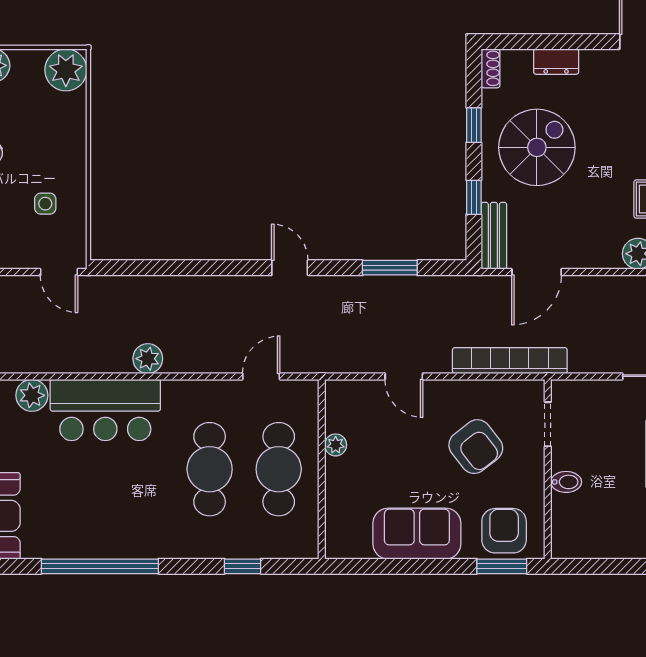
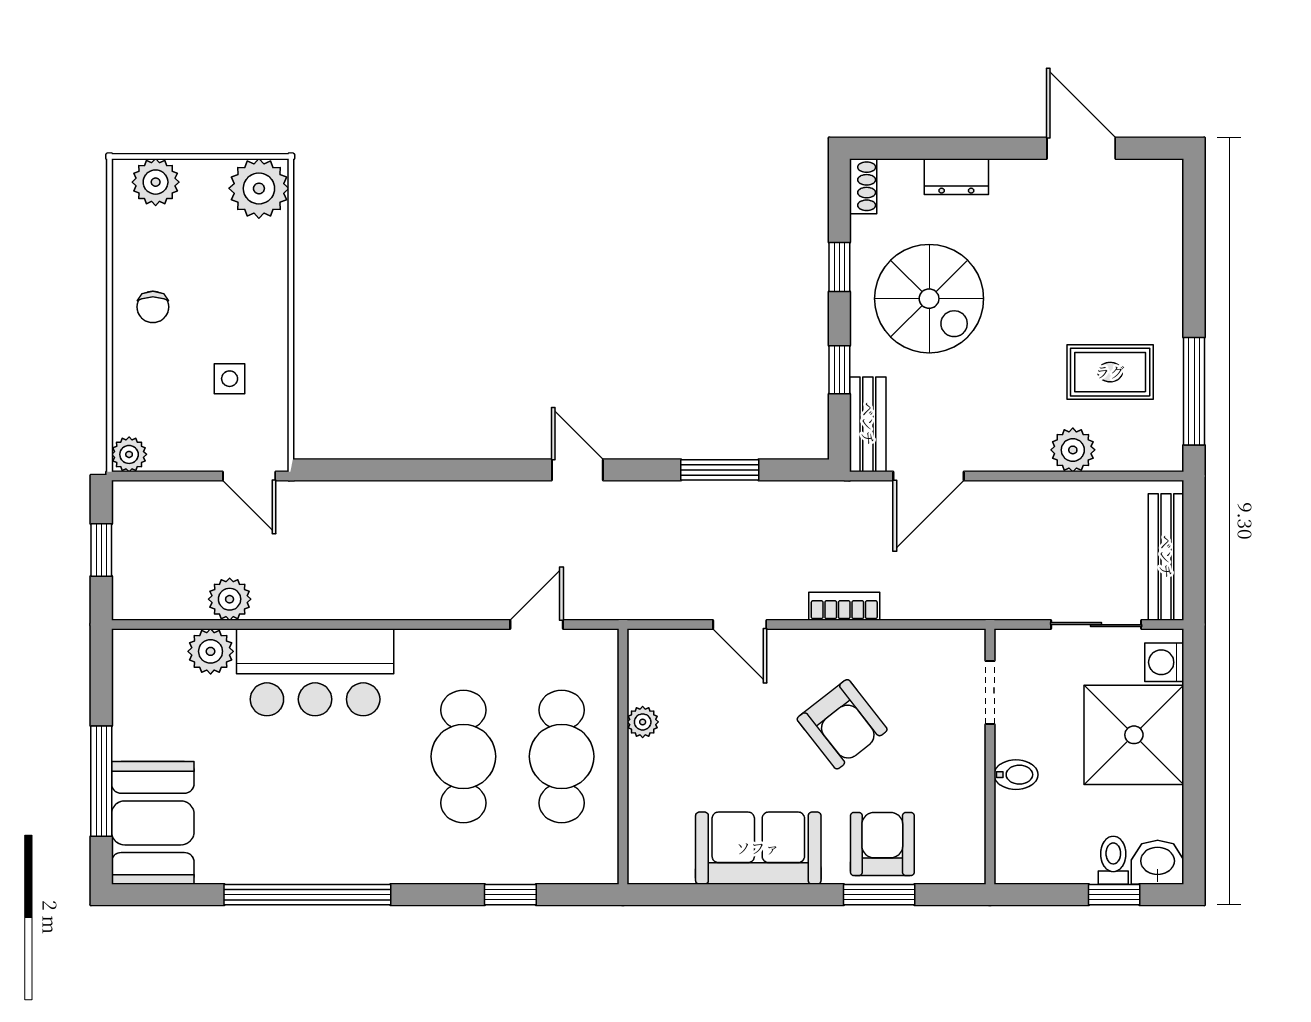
spiral stairs: (537, 147) -> (929, 299), turned 90
plant: (148, 359) -> (230, 599), moved
bookcase: (510, 361) -> (844, 606), width x0.43, depth x0.76
doorway: (548, 424) -> (990, 693), moved
wall: (548, 469) -> (990, 756), moved
bidet: (566, 482) -> (1016, 775), moved

